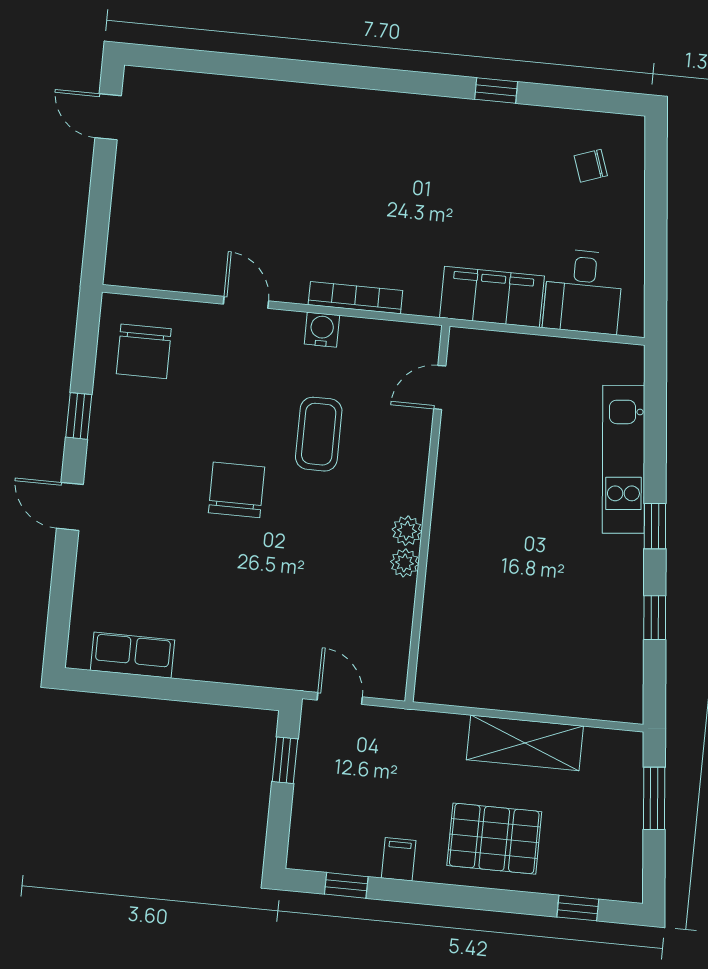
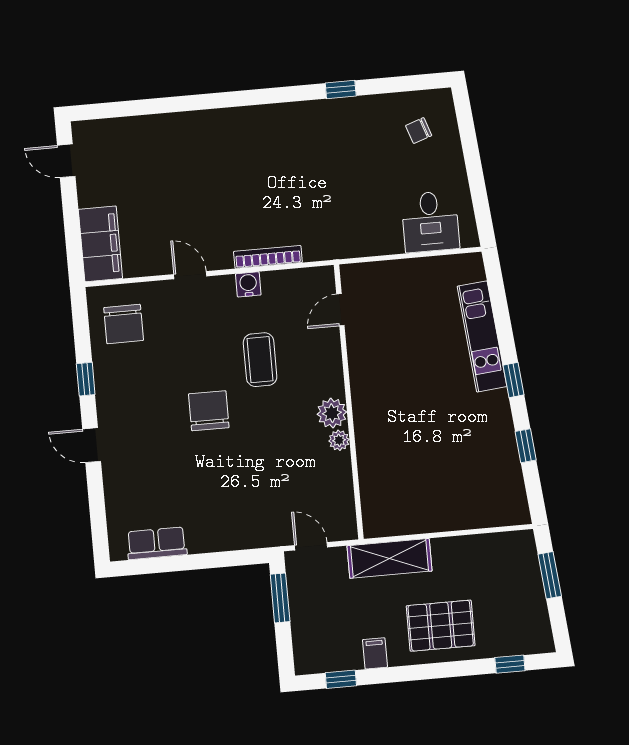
filing cabinet: (492, 297) -> (100, 244), moved, turned 90
plant: (407, 531) -> (332, 413), width x1.38, depth x1.38
shelving: (525, 743) -> (389, 558), moved
window: (285, 760) -> (280, 598), width x1.50

